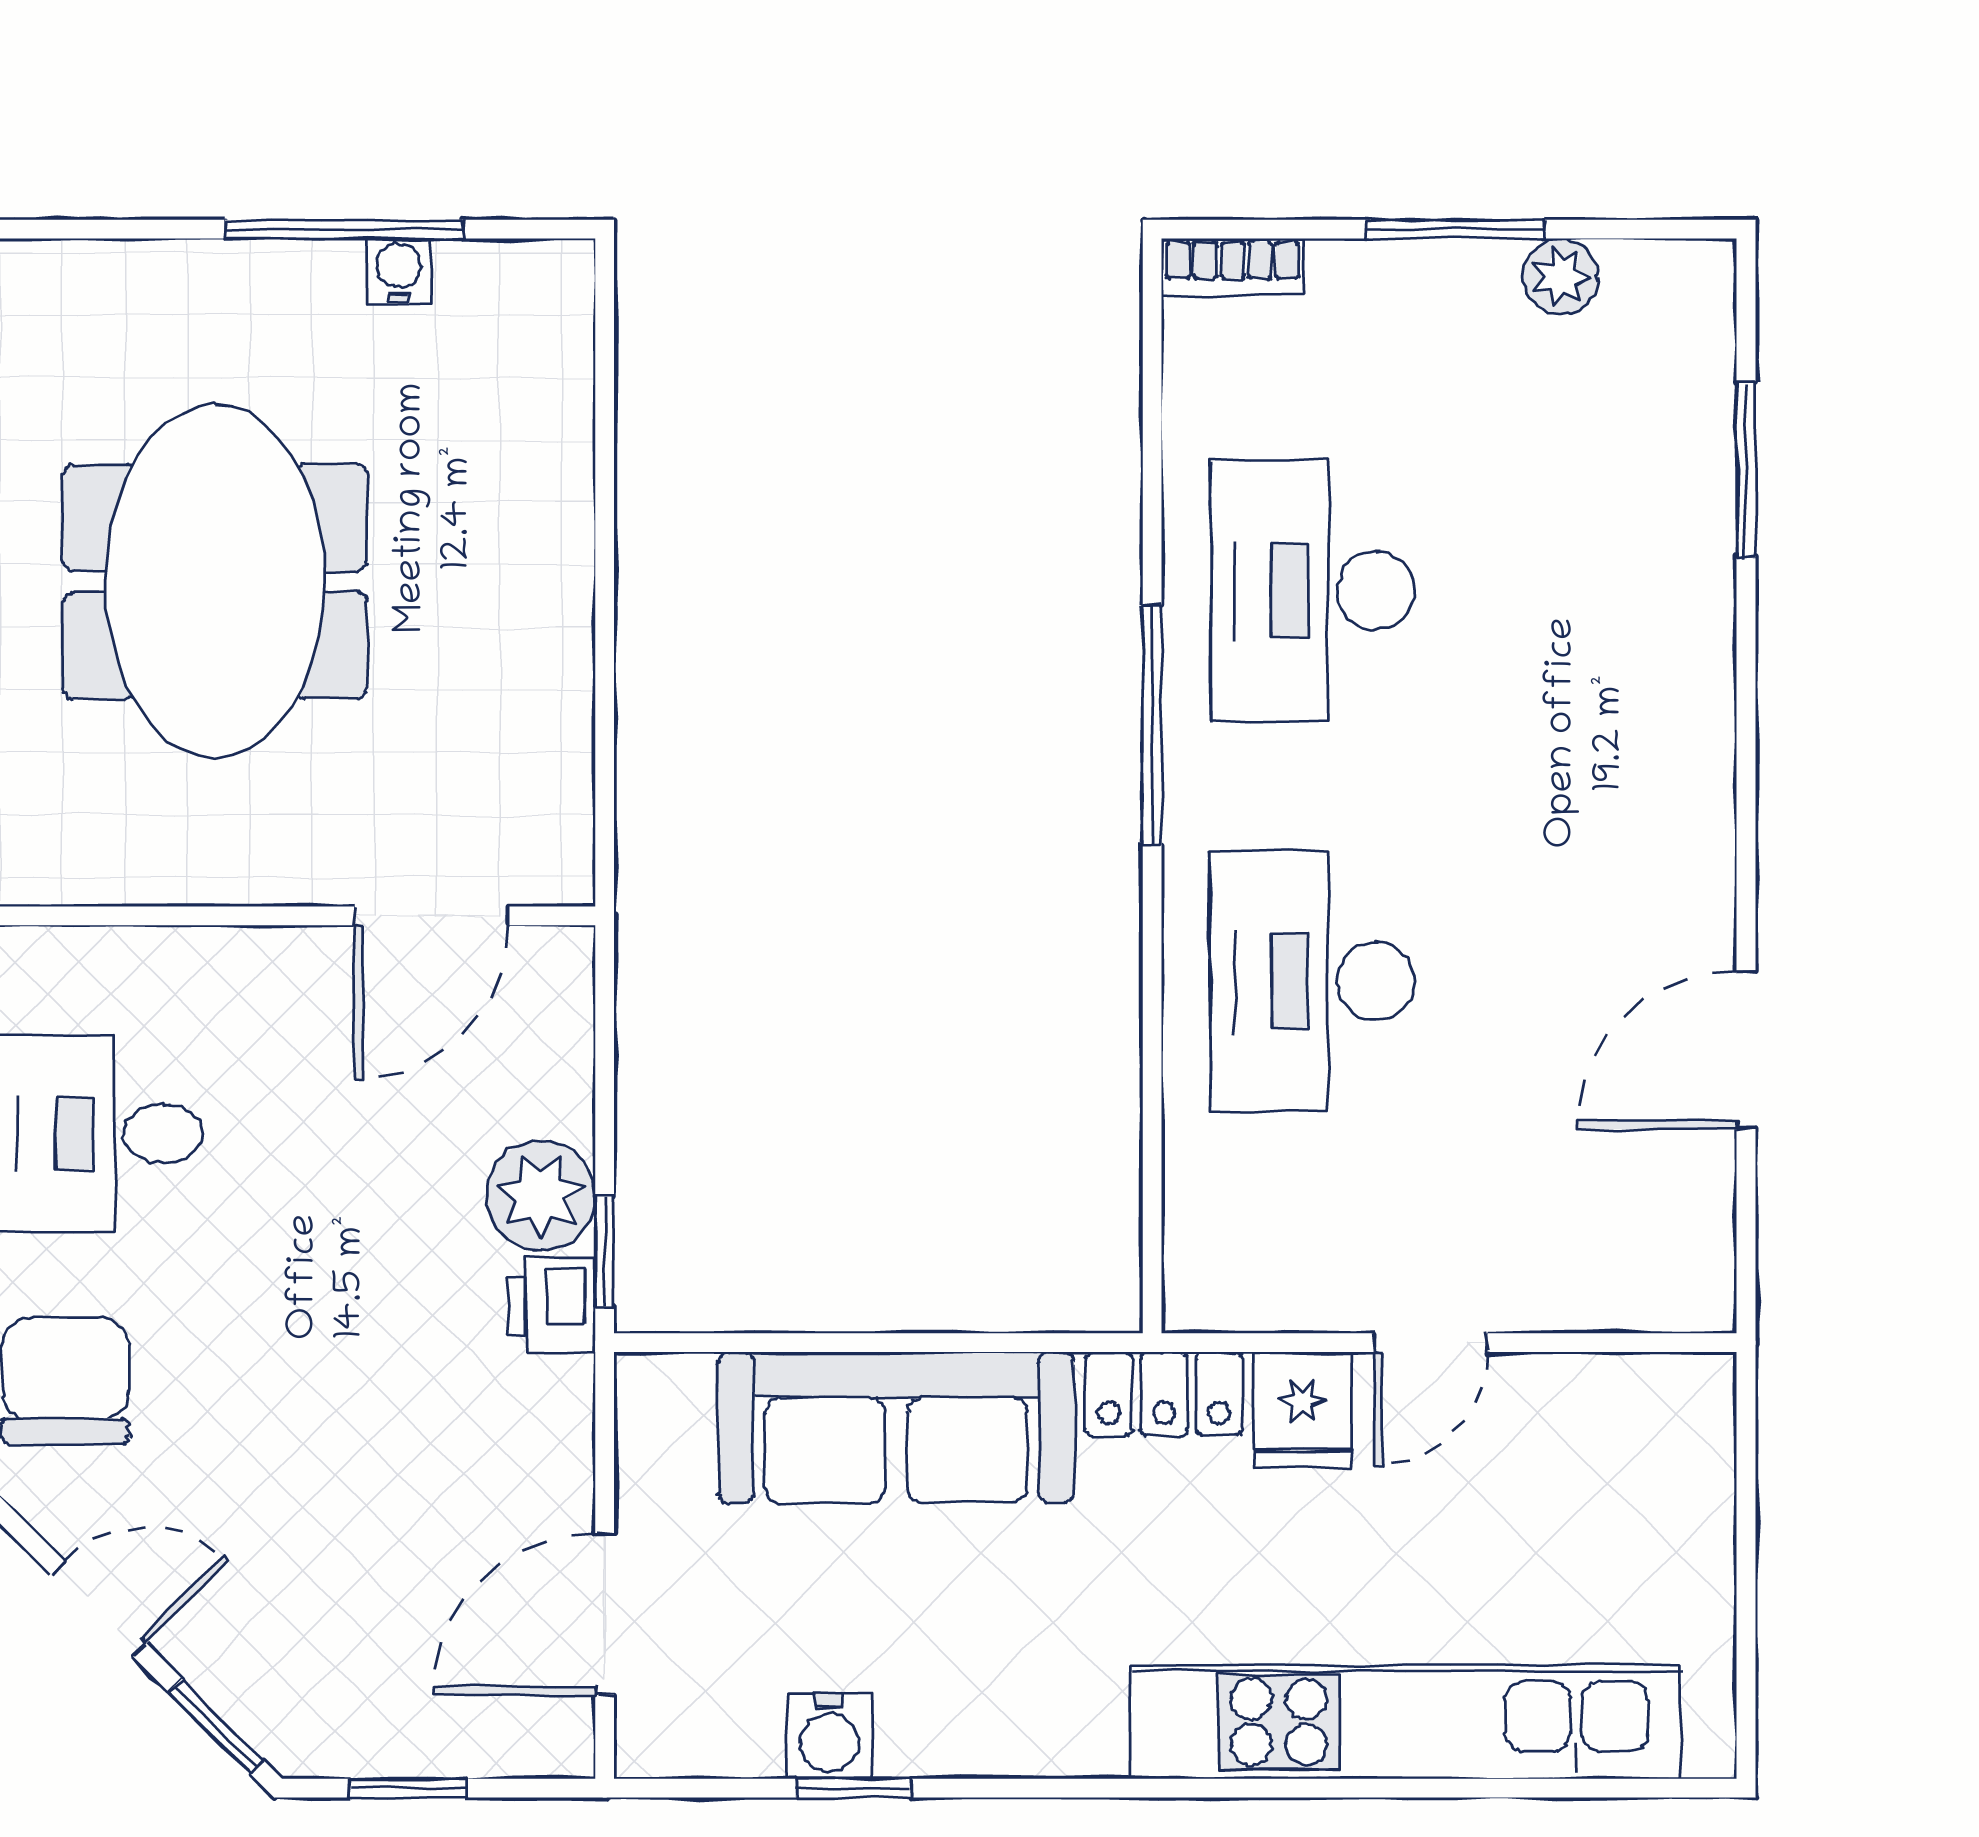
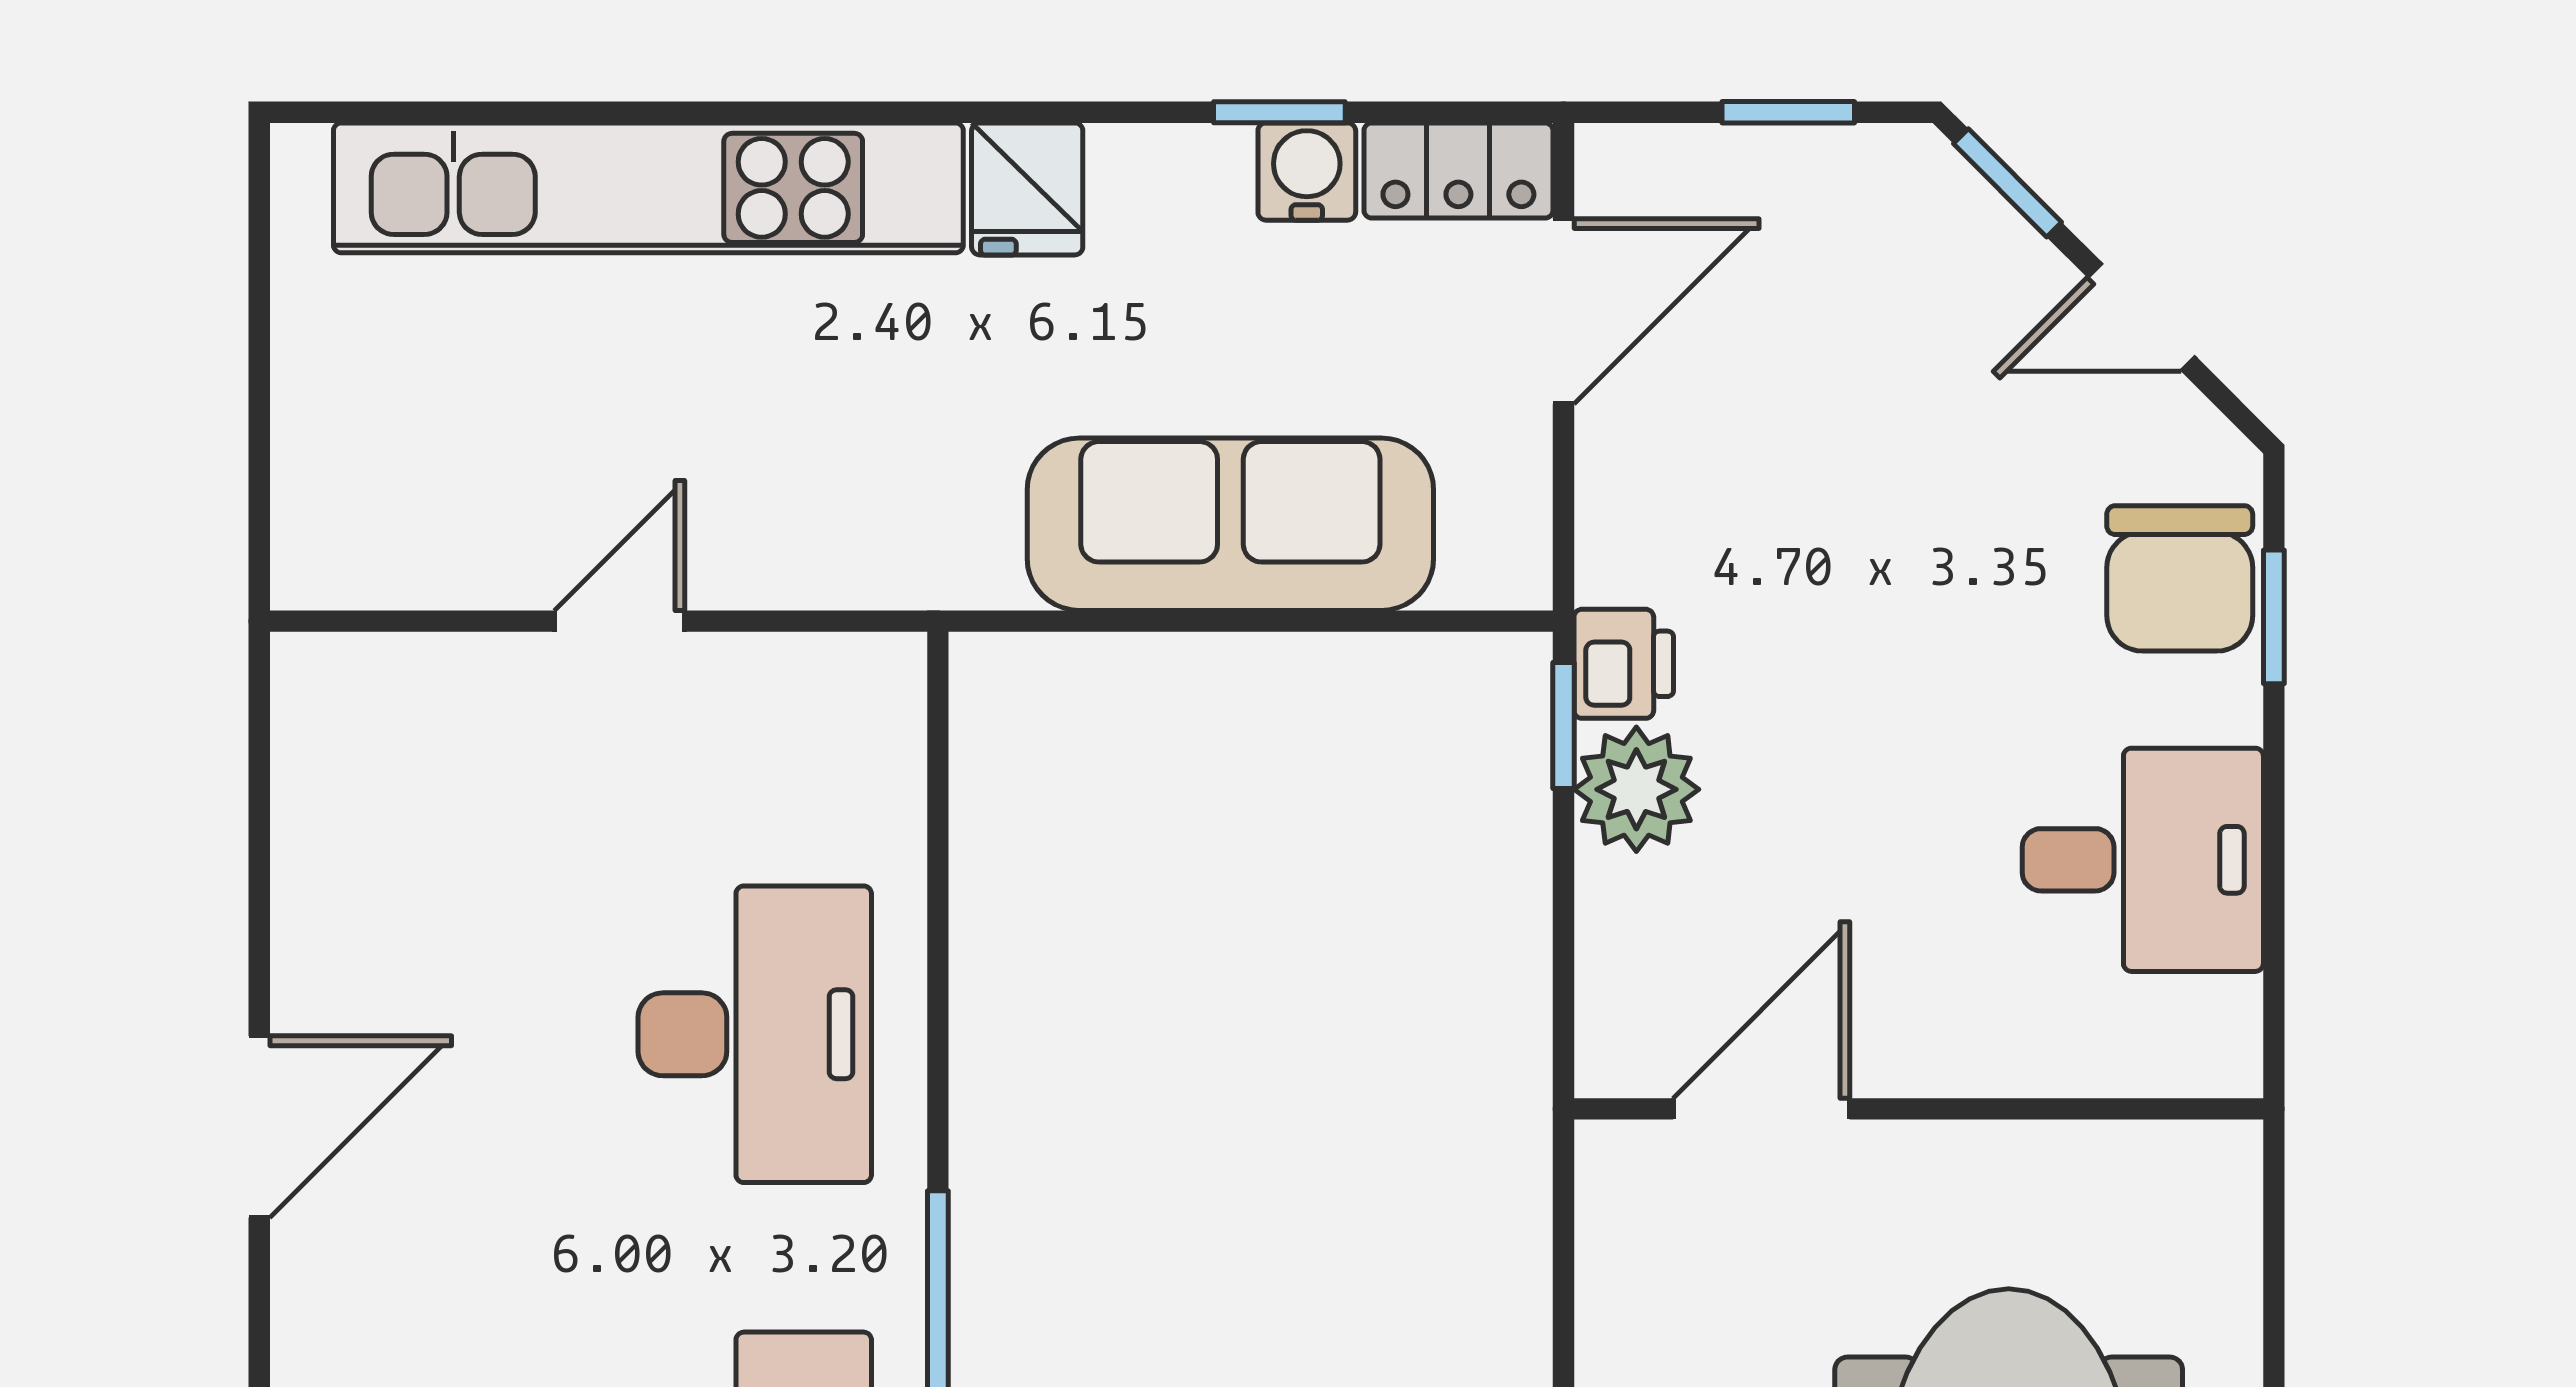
door: (1746, 1050) -> (259, 1127), moved
locker: (1164, 1394) -> (1458, 170), moved, turned 180
fridge: (1303, 1410) -> (1027, 189), moved, turned 180

